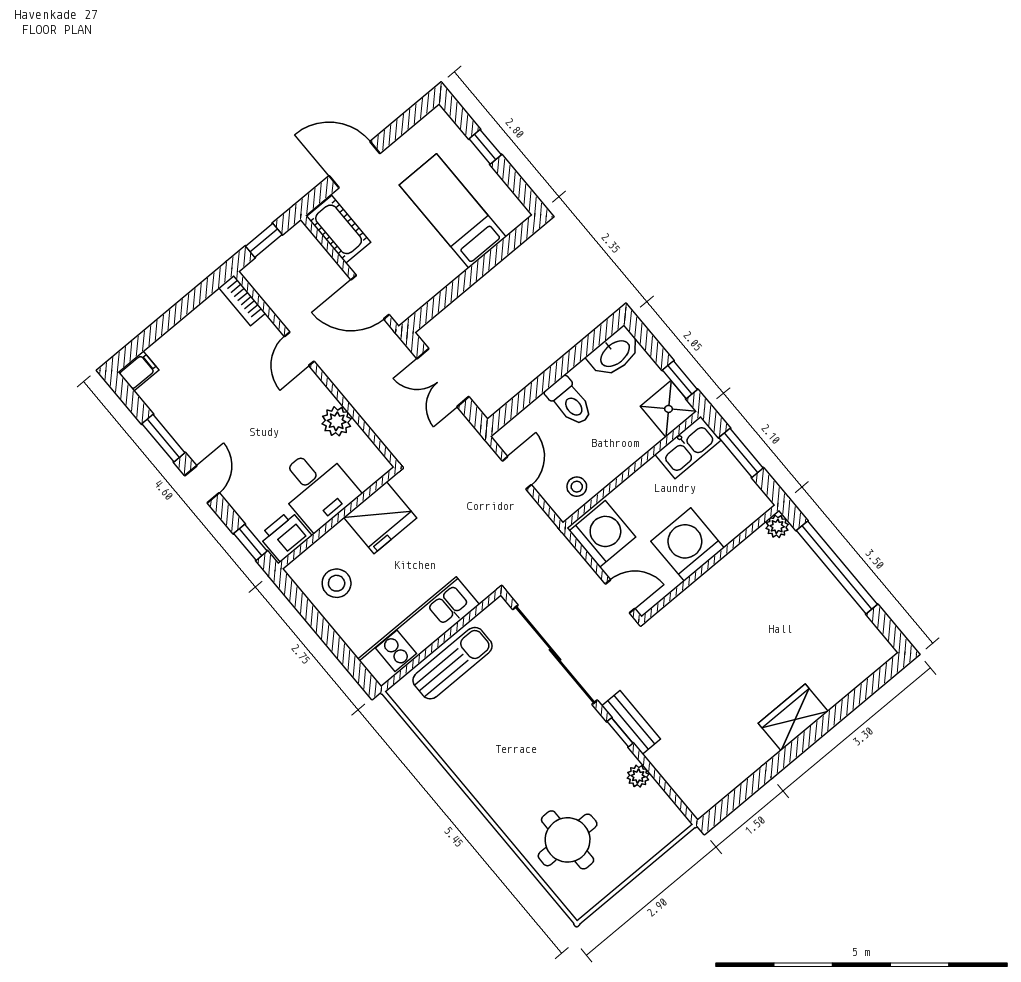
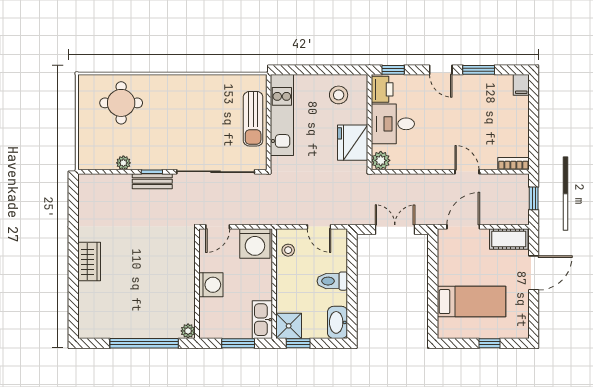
plant: (337, 421) -> (381, 160), moved
washing machine: (688, 545) -> (211, 285), width x0.73, depth x0.73

